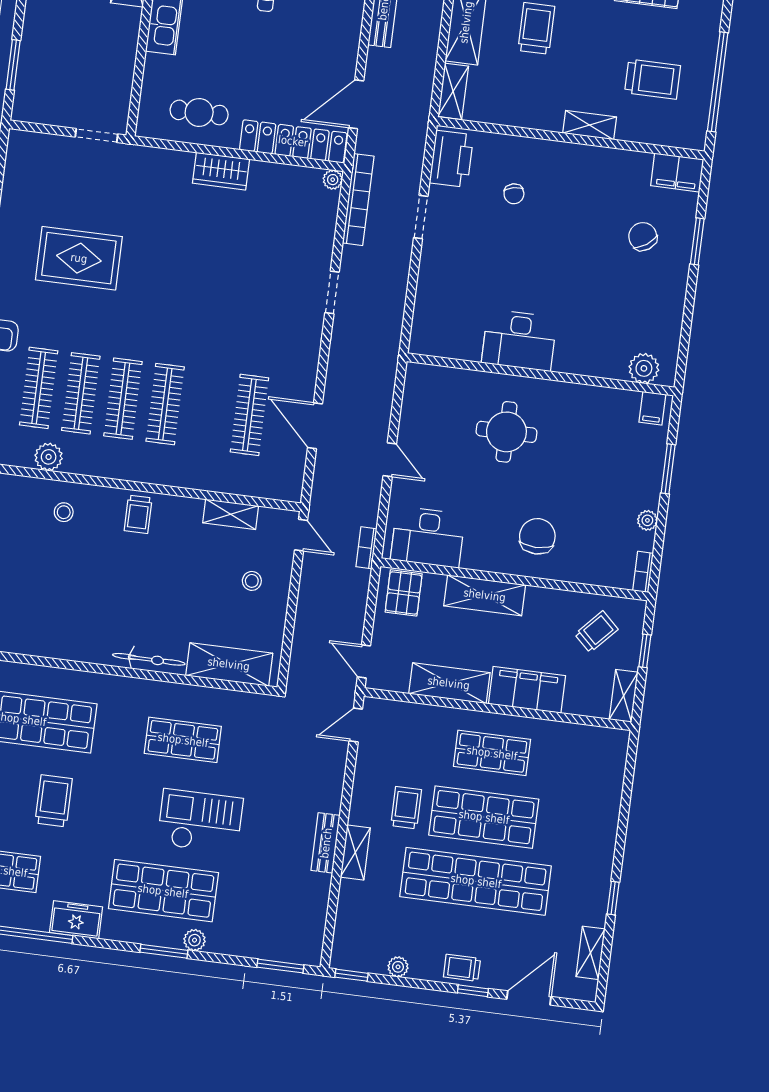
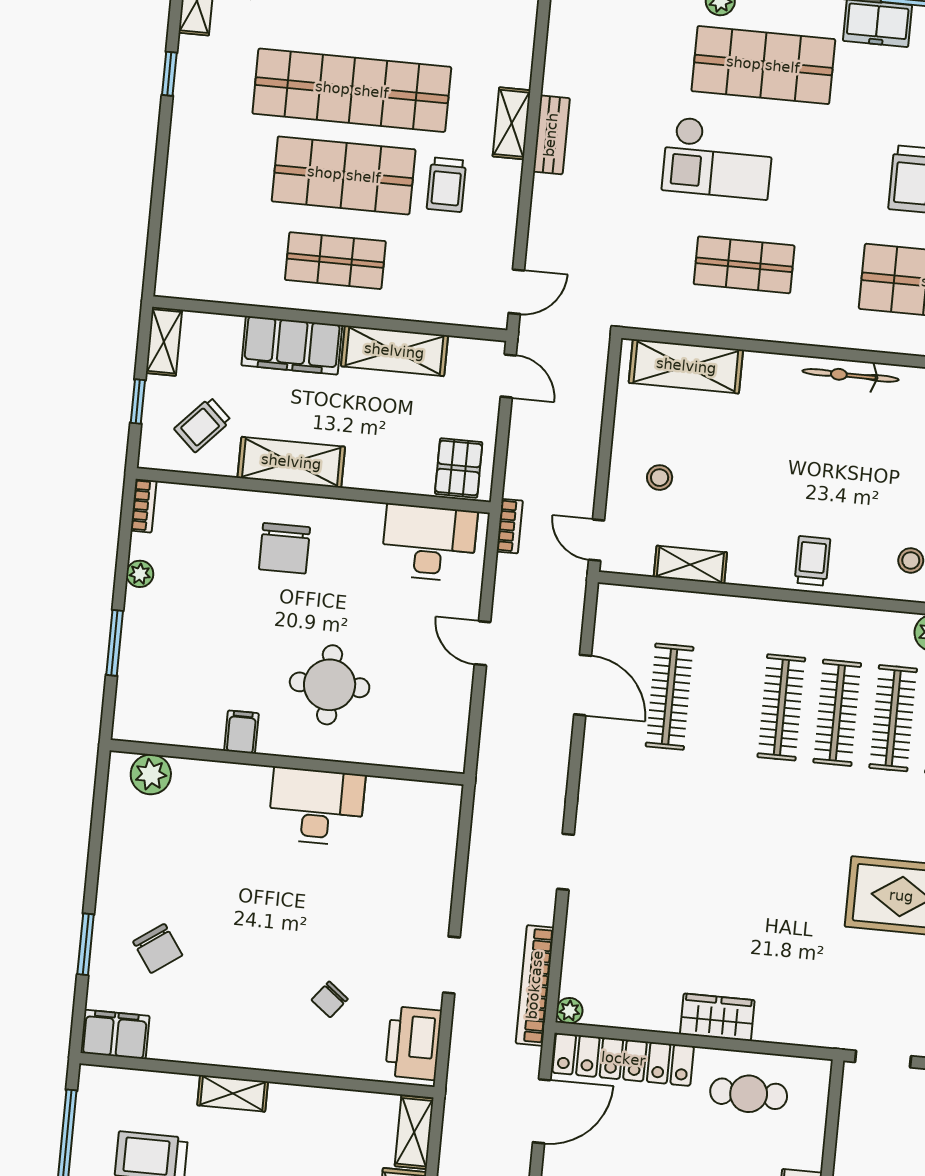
chair: (514, 194) -> (330, 999), turned -129
filing cabinet: (652, 408) -> (241, 732), moved
shelving: (485, 595) -> (291, 462), moved
bicycle: (149, 659) -> (850, 375), moved

